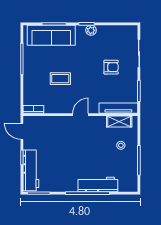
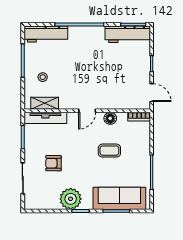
plant: (91, 30) -> (71, 199), width x1.87, depth x1.87
floor lamp: (60, 108) -> (110, 118), added
workbench: (31, 170) -> (128, 34), moved, turned -90
workbench: (98, 184) -> (46, 34), moved

